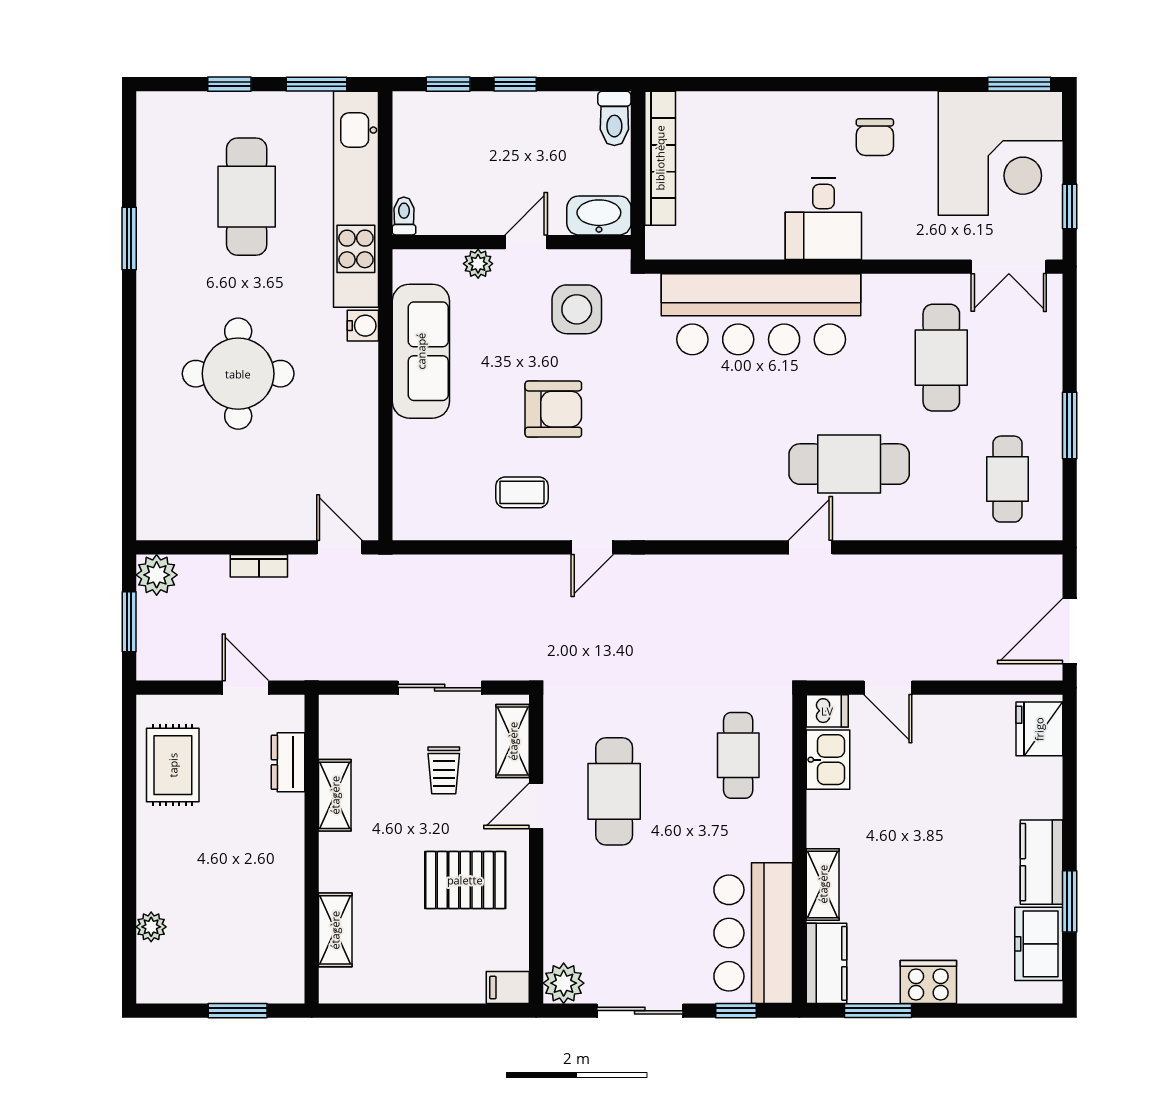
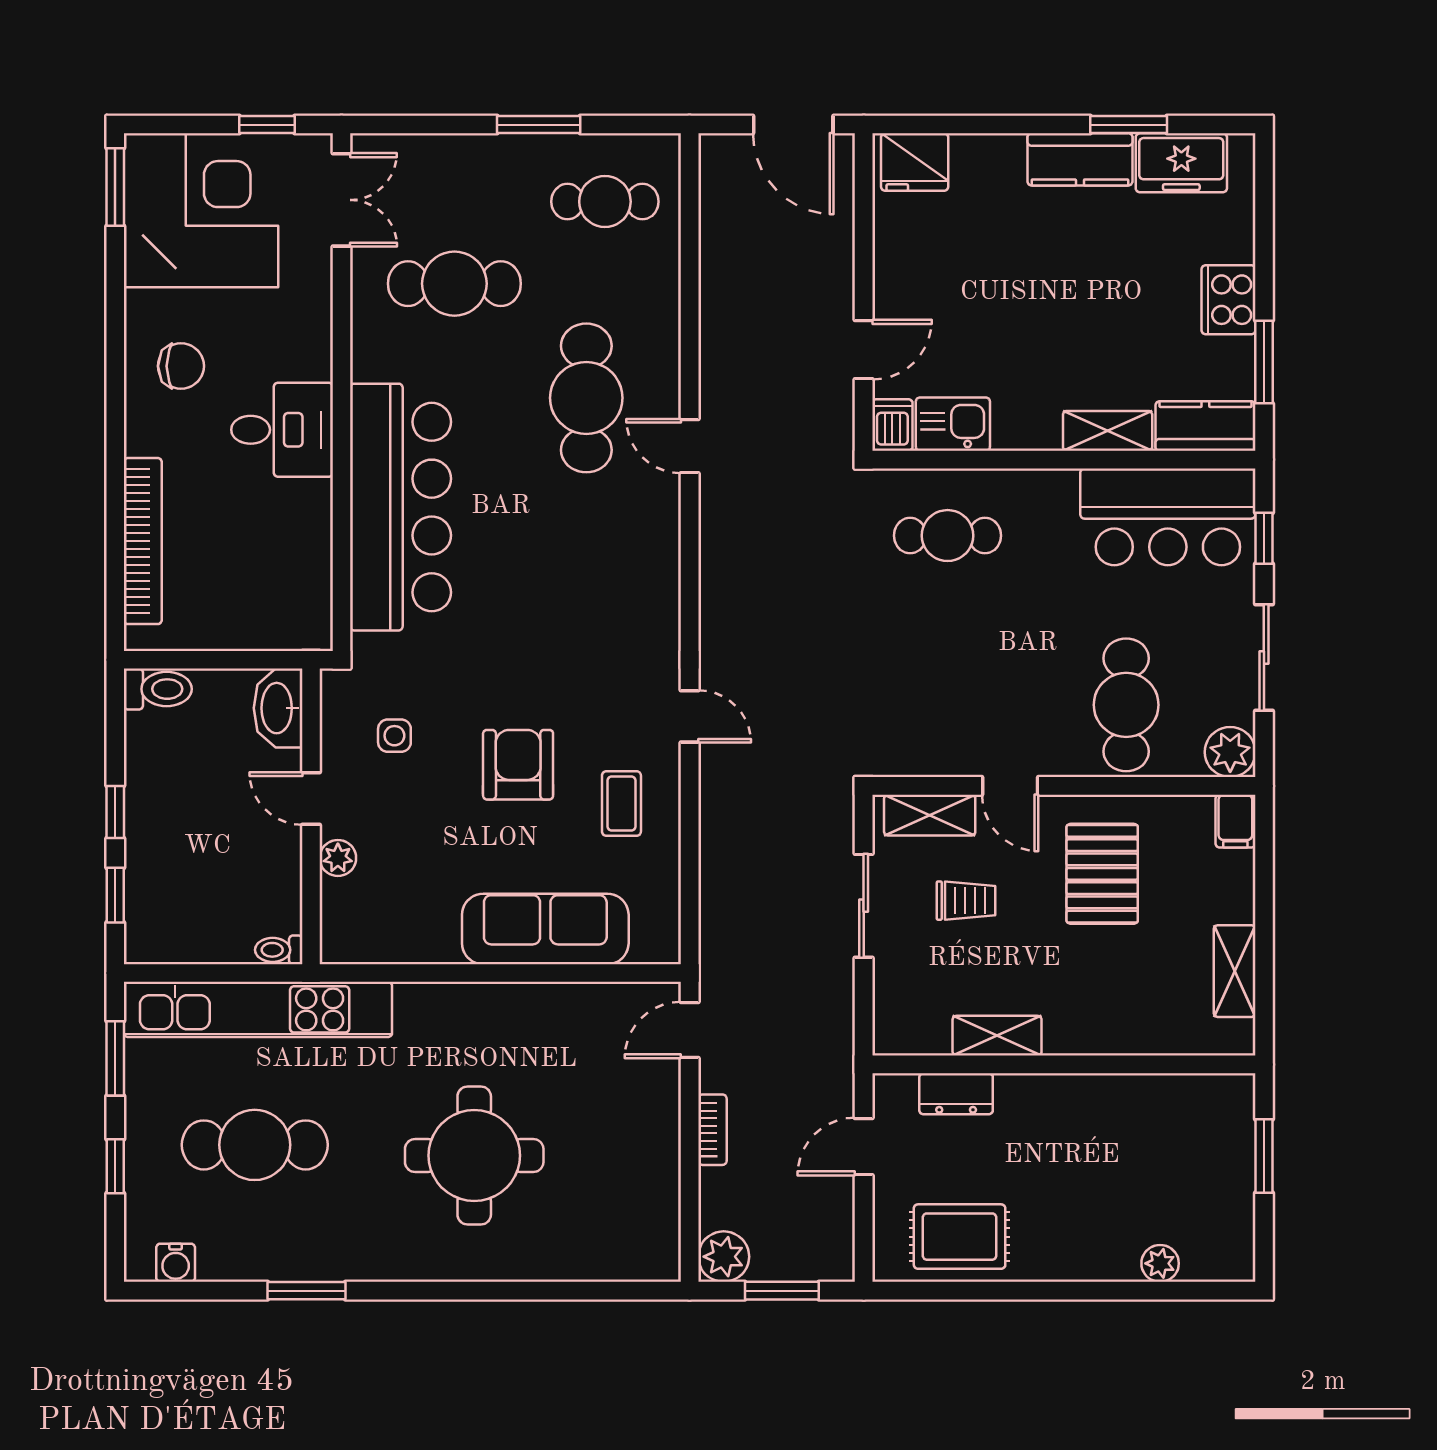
bookcase: (660, 158) -> (143, 541), moved, turned 90
side table: (577, 309) -> (394, 736), width x0.54, depth x0.54
water cooler: (363, 326) -> (176, 1263), moved, turned 180
sofa: (421, 351) -> (545, 929), moved
cafe table: (614, 791) -> (1126, 705), moved, turned 90
shelving: (335, 930) -> (1235, 971), moved, turned 90

